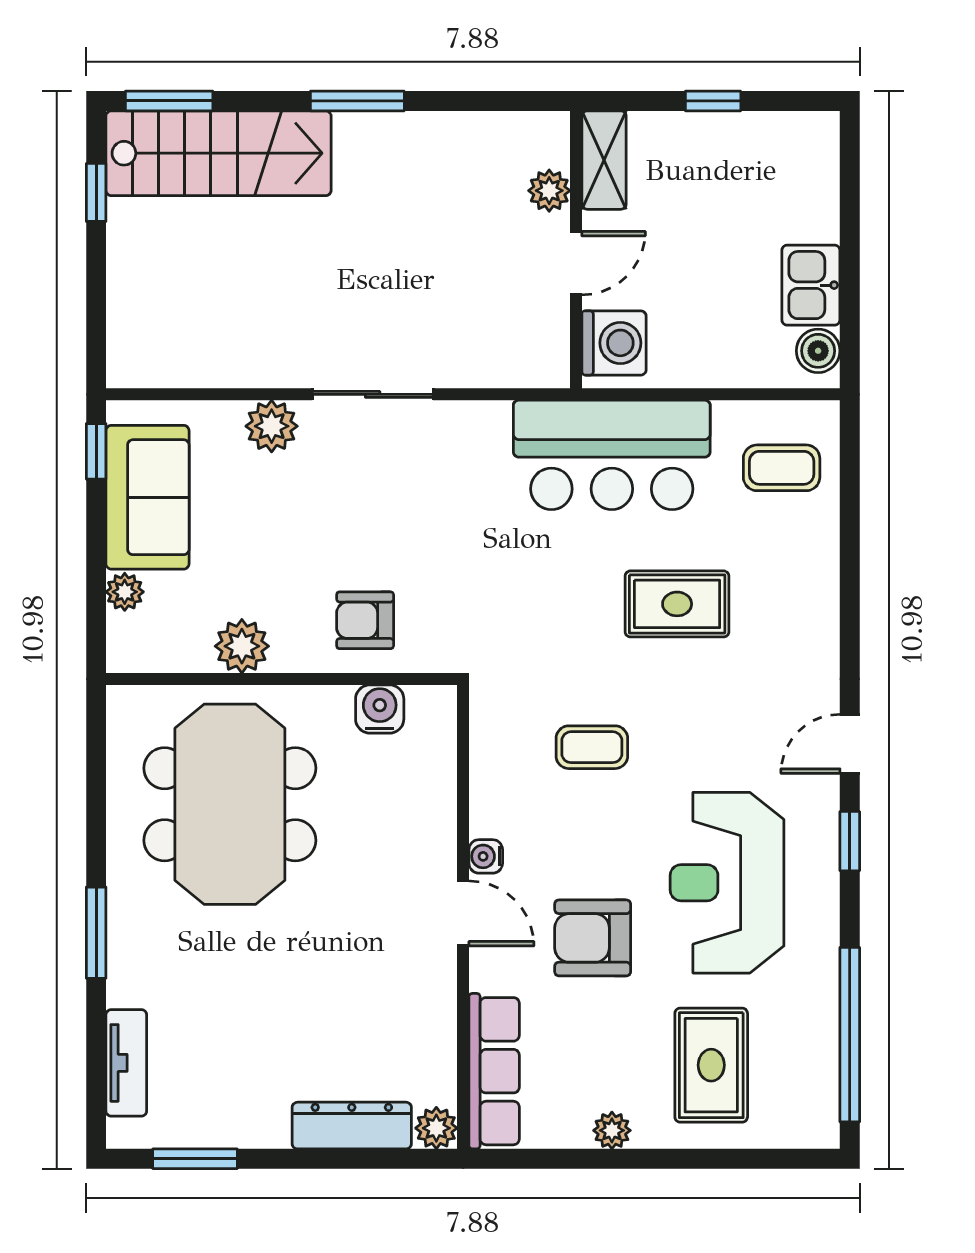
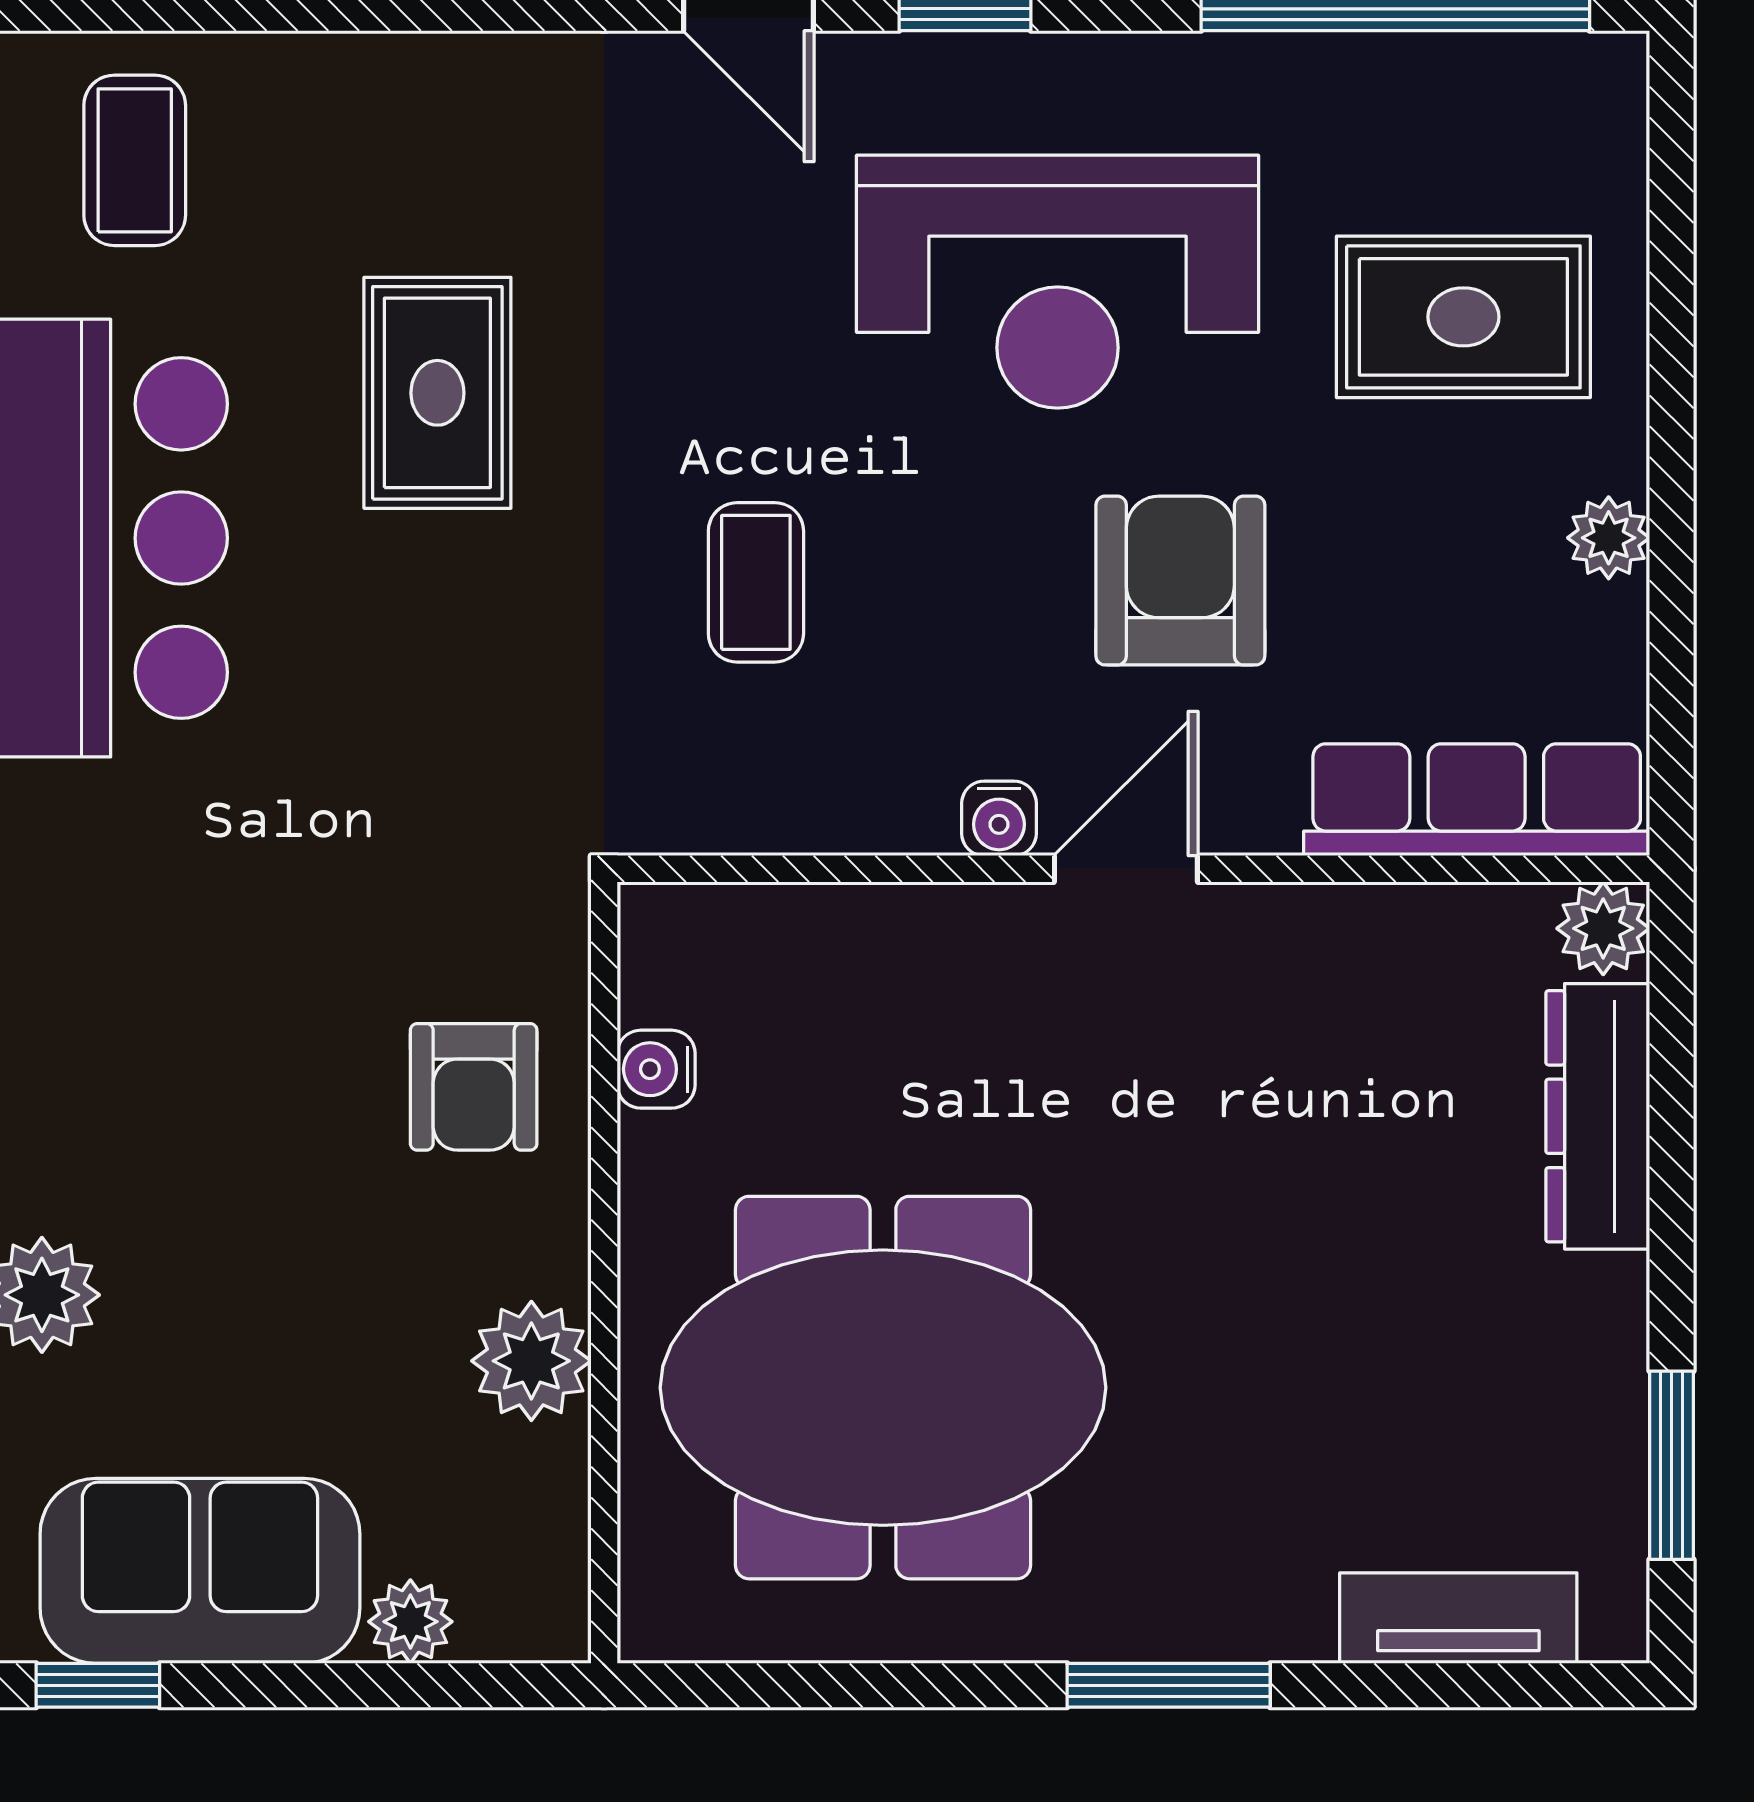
water cooler: (380, 709) -> (656, 1069), width x0.72, depth x0.72
armchair: (593, 938) -> (1180, 581), turned 180

